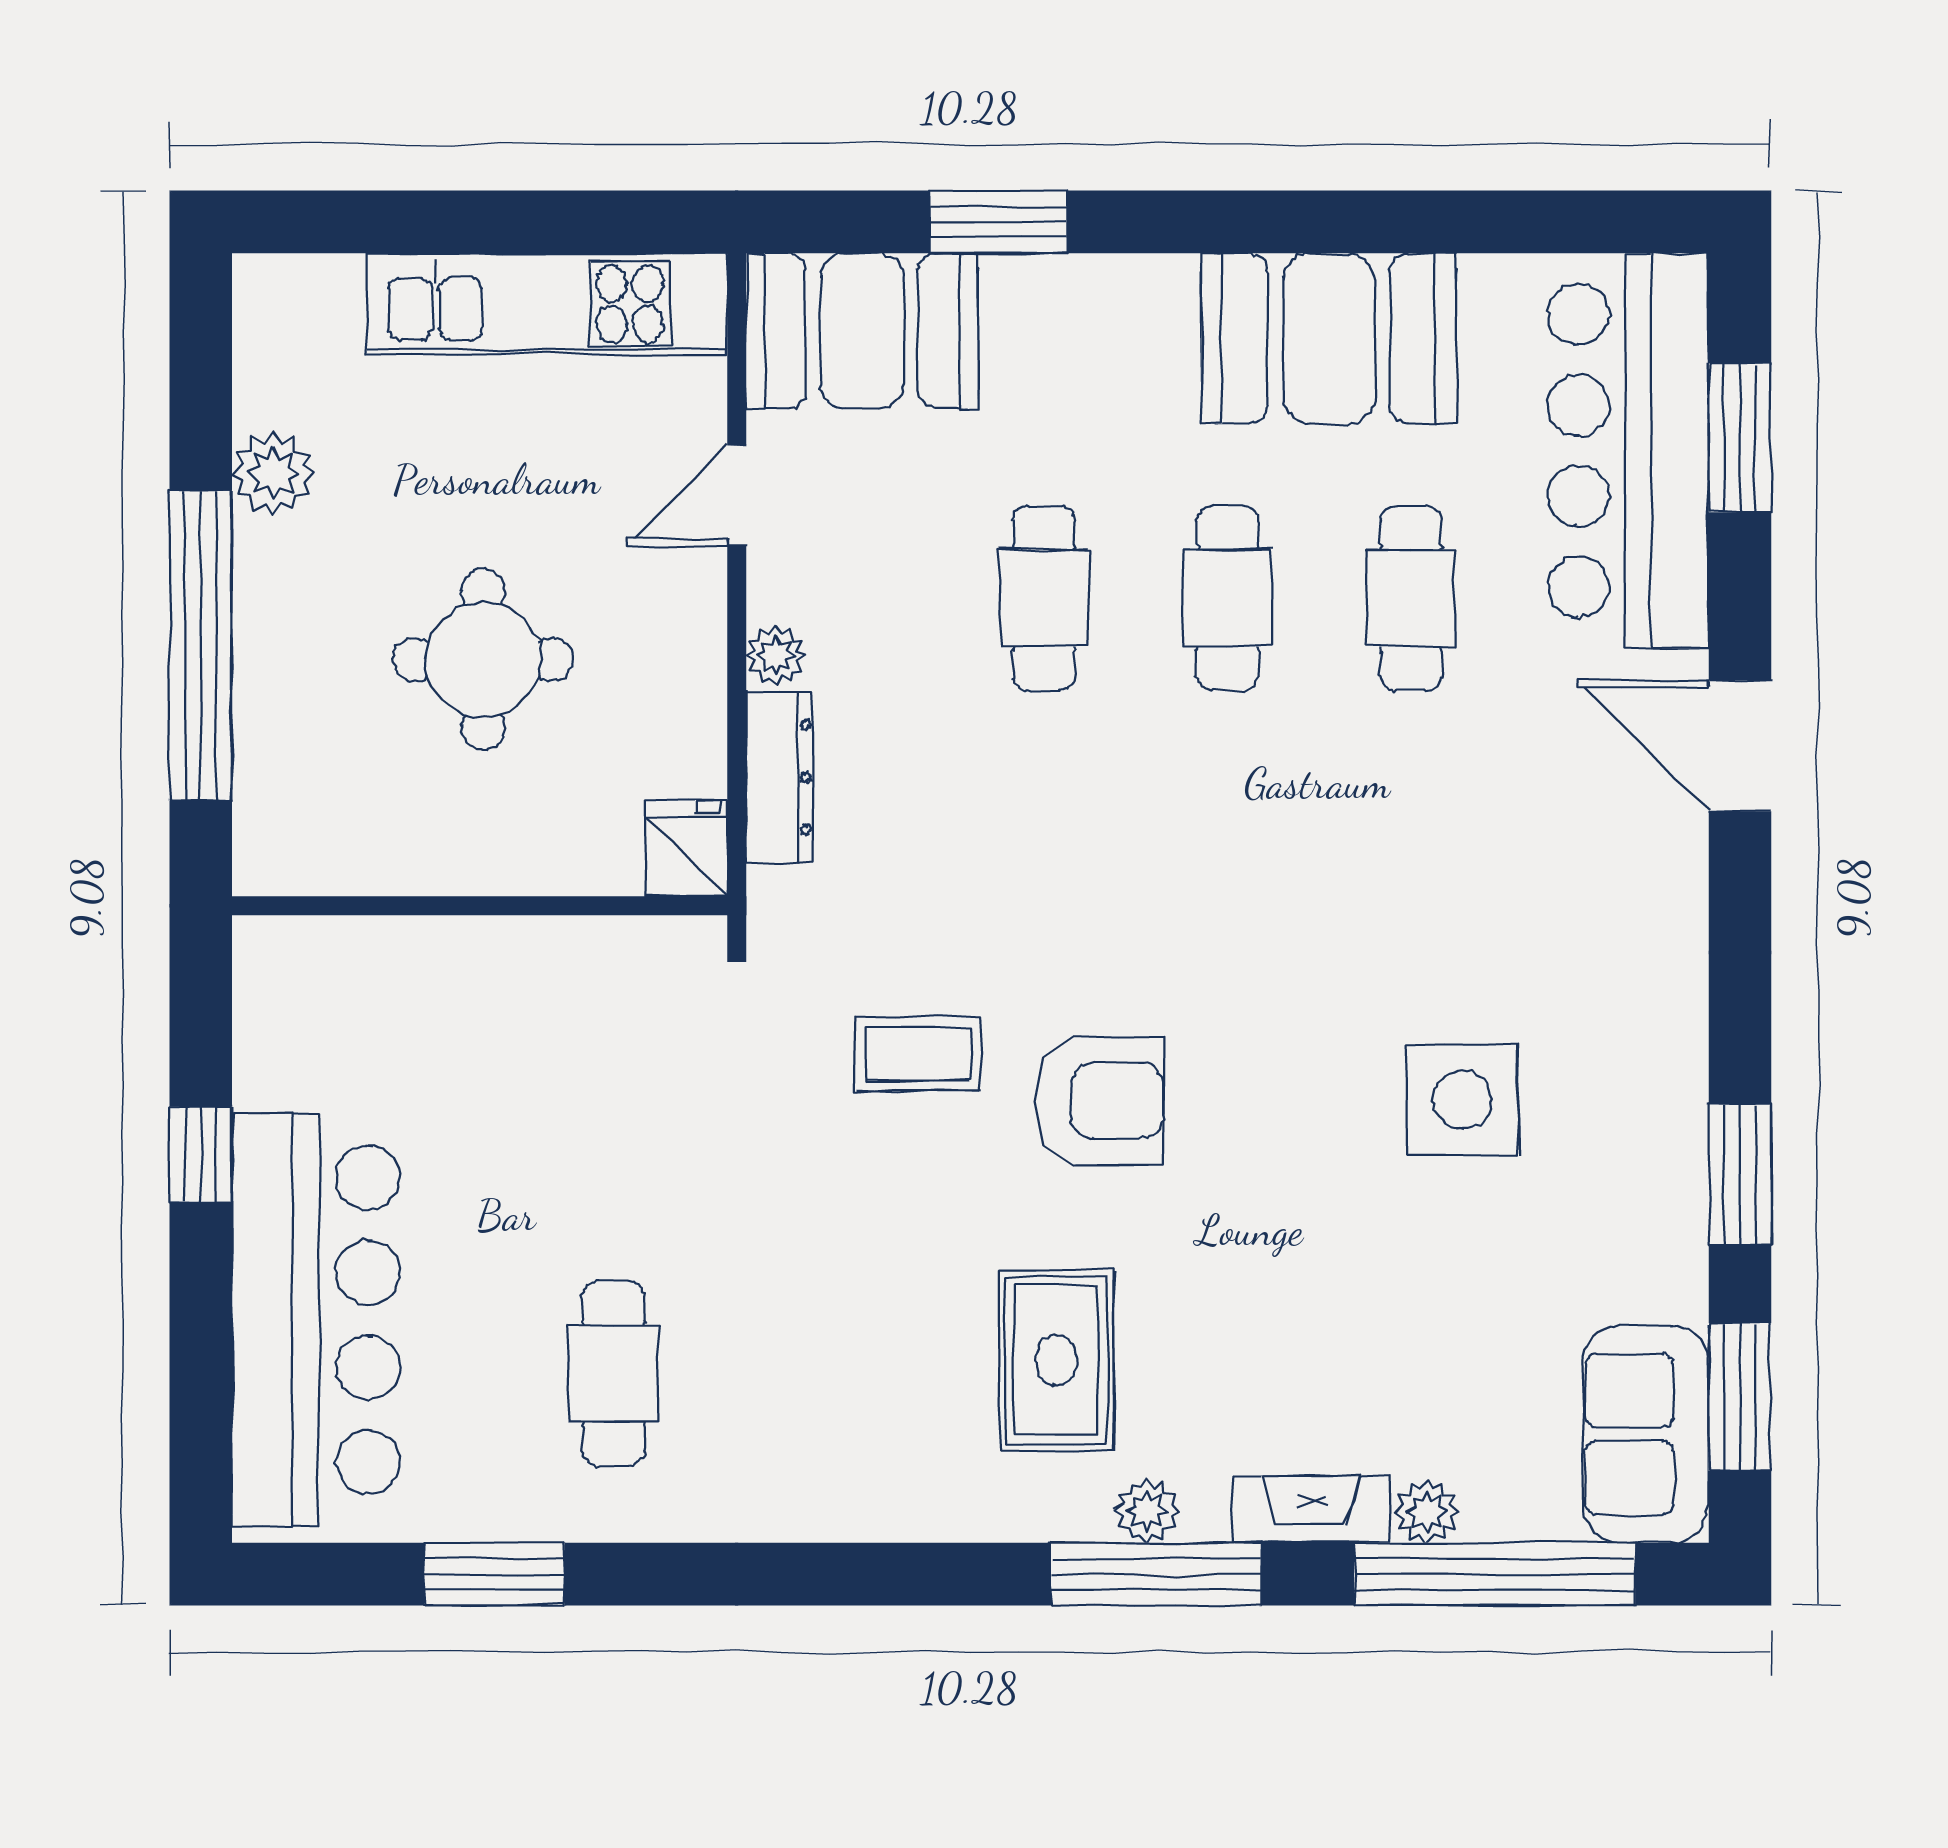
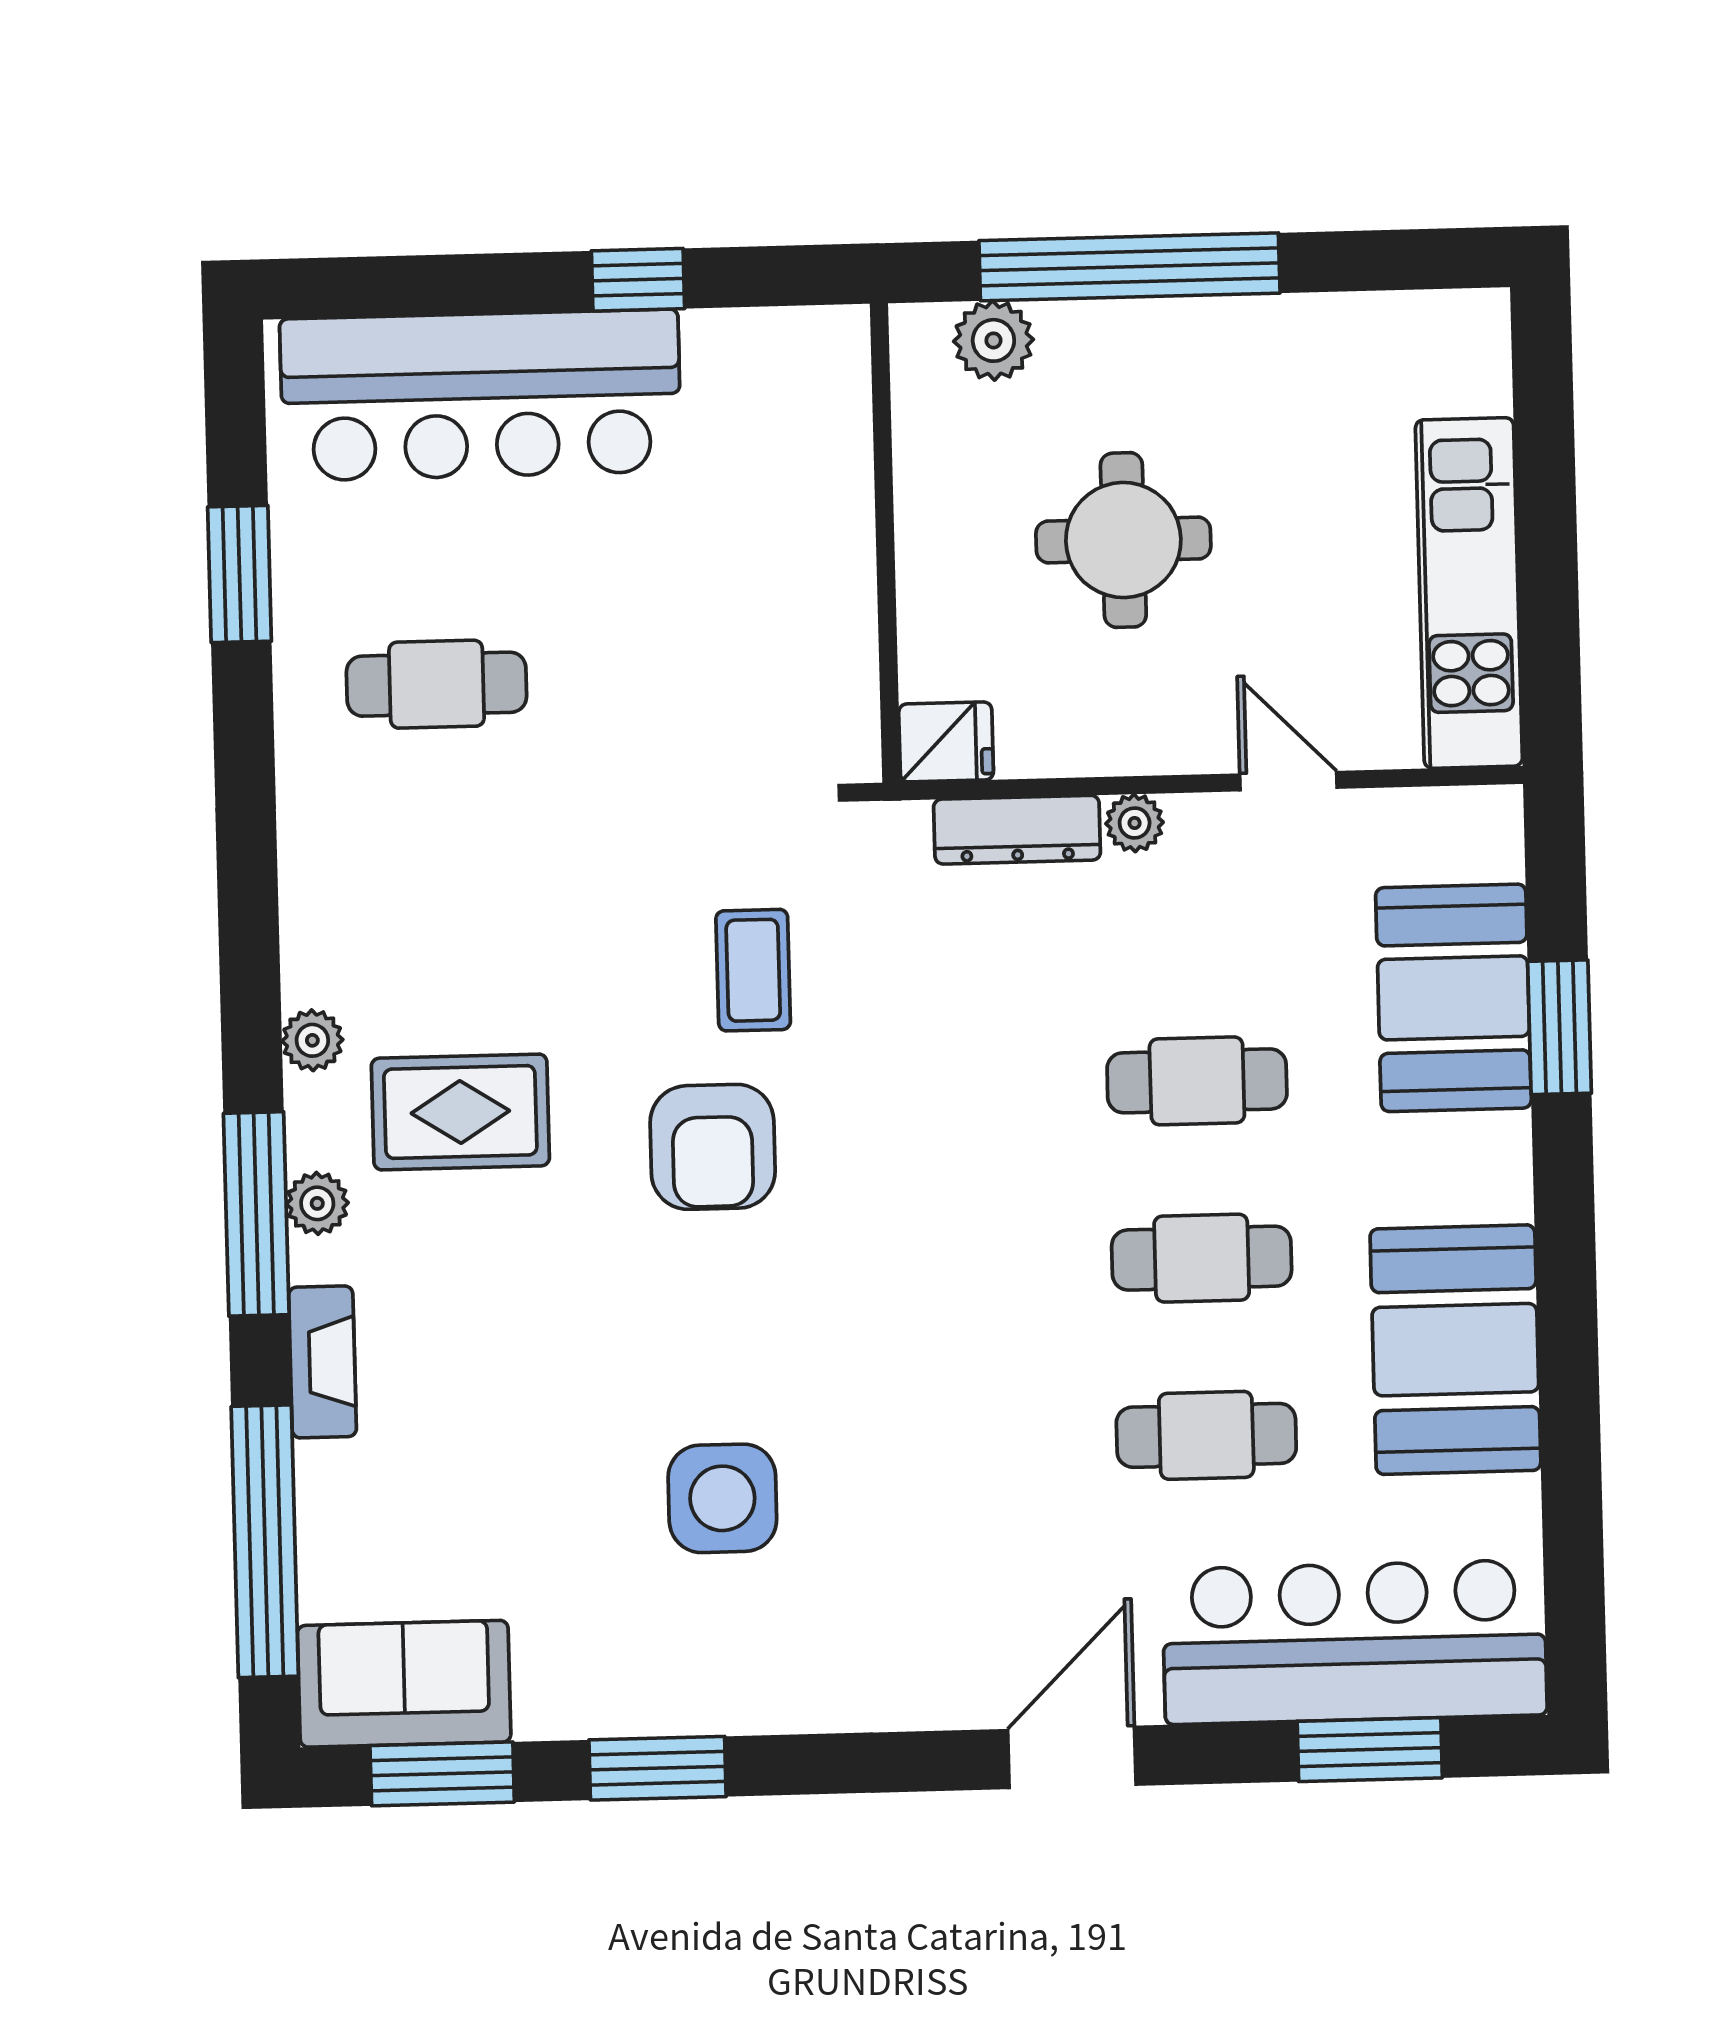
booth: (862, 331) -> (1453, 998), moved
plant: (273, 473) -> (993, 340), moved
plant: (1427, 1511) -> (312, 1040), moved

